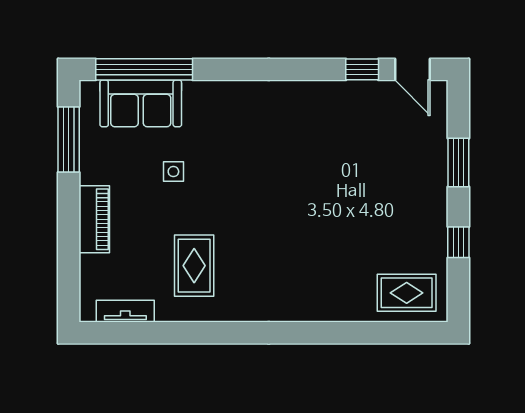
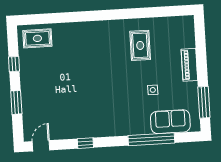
window: (144, 69) -> (151, 139), moved
window: (362, 69) -> (85, 143), moved
door: (412, 69) -> (41, 146), hinge flipped
tv unit: (125, 311) -> (172, 22), removed

